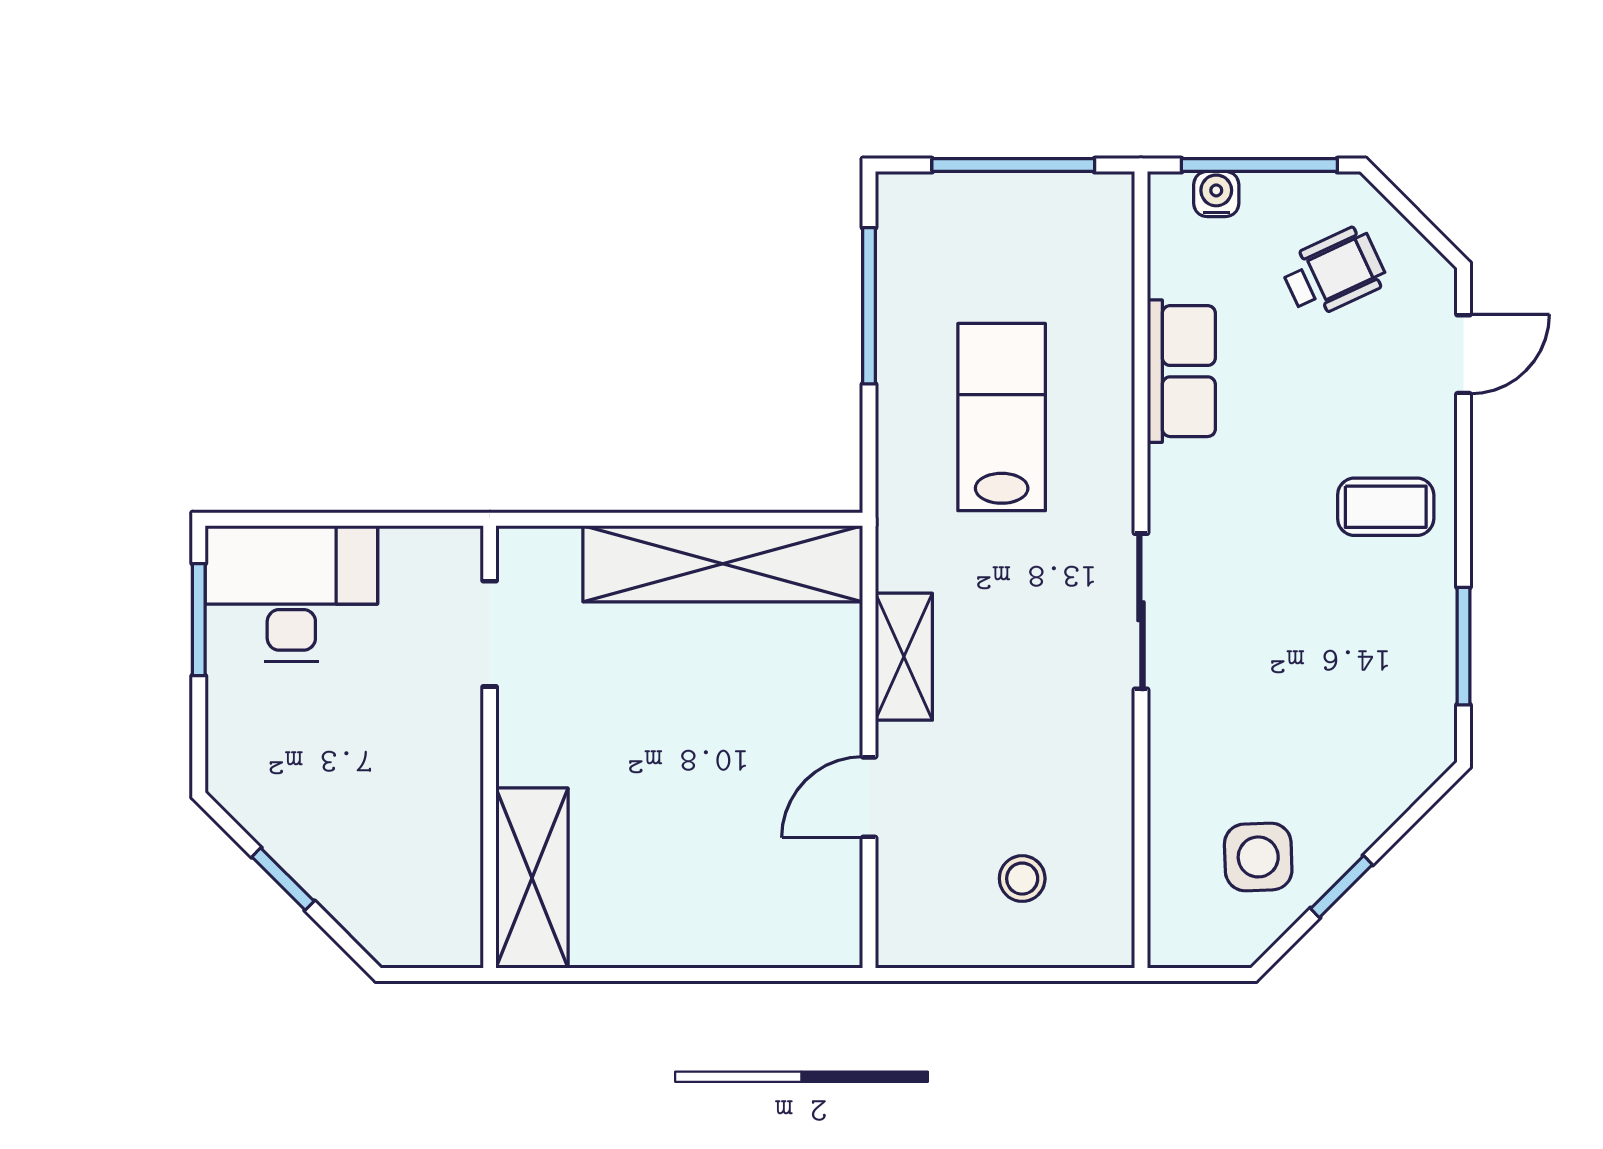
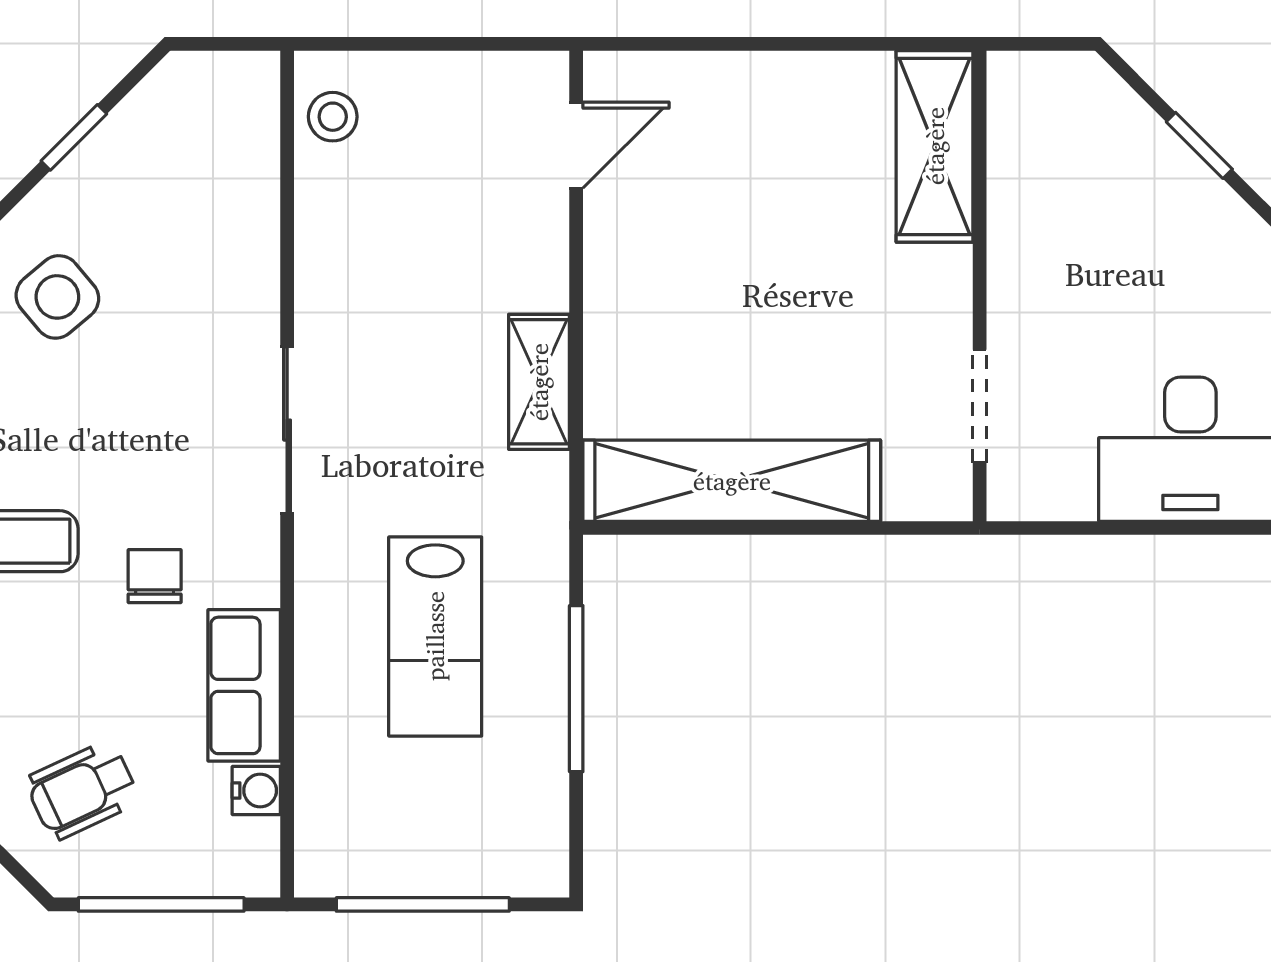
water cooler: (1216, 194) -> (256, 791), moved, turned -90
window: (869, 306) -> (576, 689), moved
chair: (1266, 474) -> (155, 576), added
door: (869, 797) -> (576, 145), moved
side table: (1258, 857) -> (57, 297), moved, turned -38
stool: (1022, 879) -> (333, 117), moved

